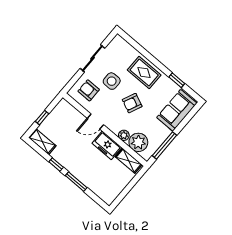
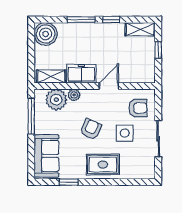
boiler: (108, 192) -> (46, 34), added

